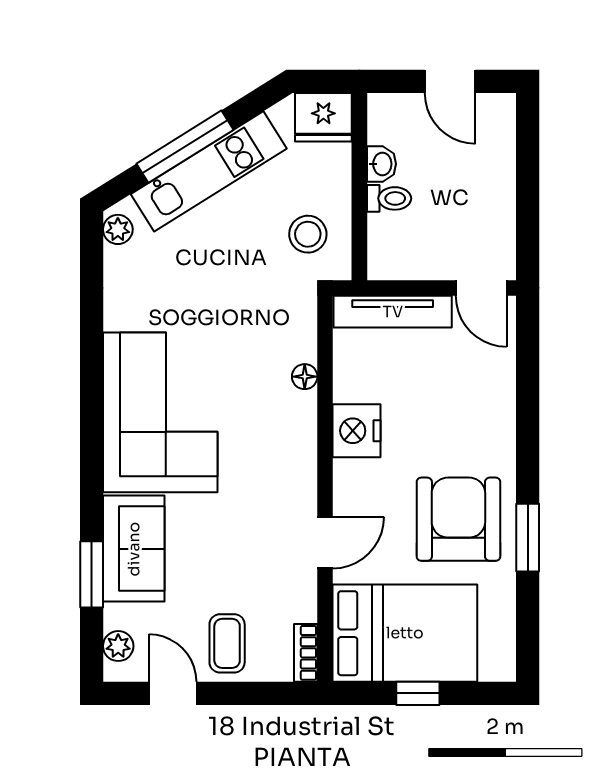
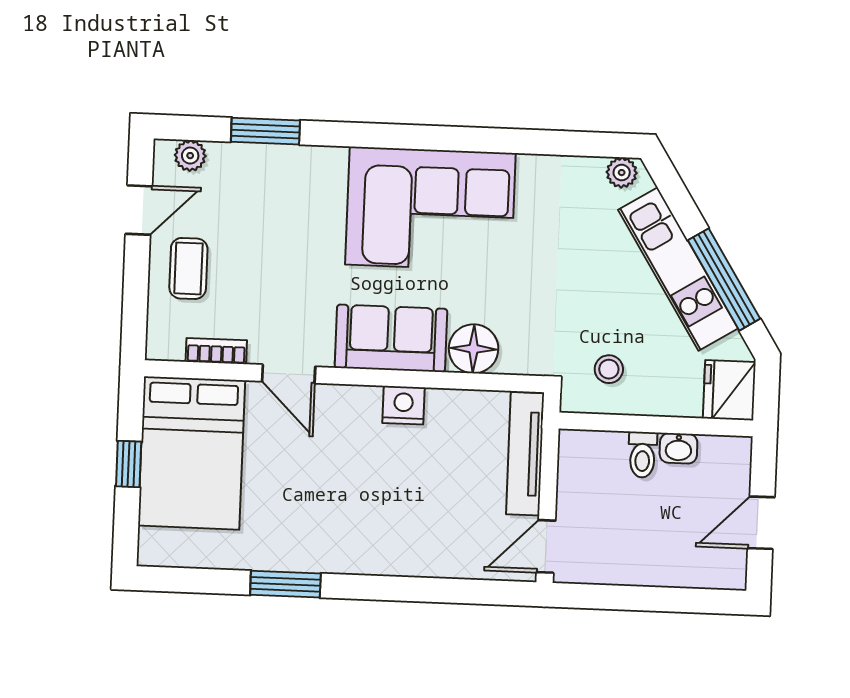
window: (185, 147) -> (724, 279), moved
stool: (308, 234) -> (609, 369), width x0.73, depth x0.73
floor lamp: (305, 377) -> (474, 349), width x1.89, depth x1.89
nightstand: (357, 431) -> (403, 405), width x0.74, depth x0.75
armchair: (458, 519) -> (307, 513), removed
sofa: (134, 549) -> (391, 338), moved, turned 180
coffee table: (227, 643) -> (188, 268), turned 90
bookcase: (306, 653) -> (216, 351), moved

